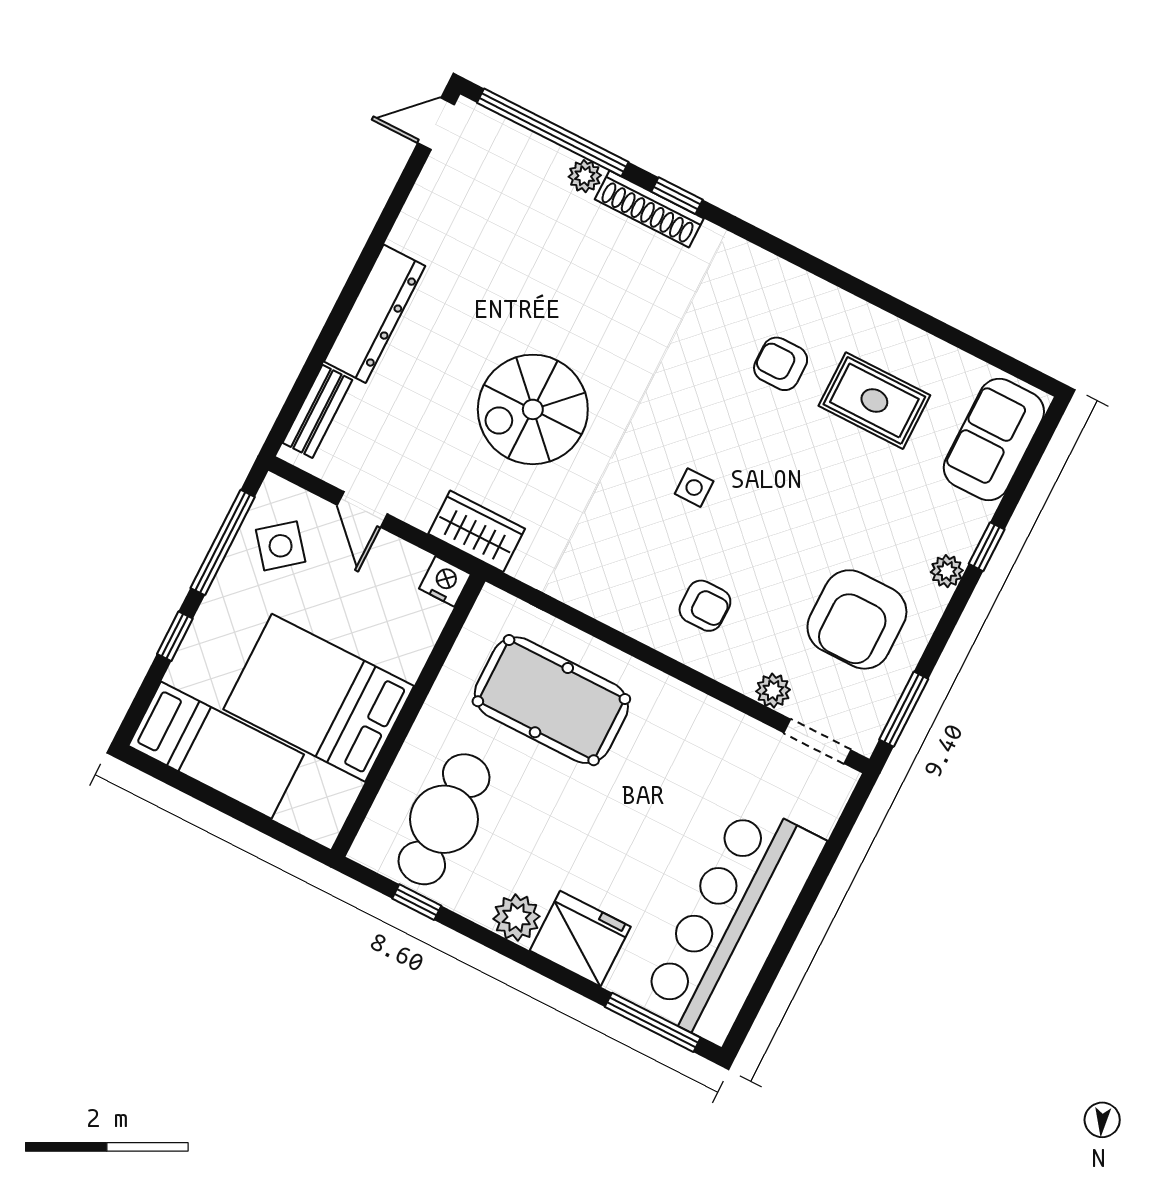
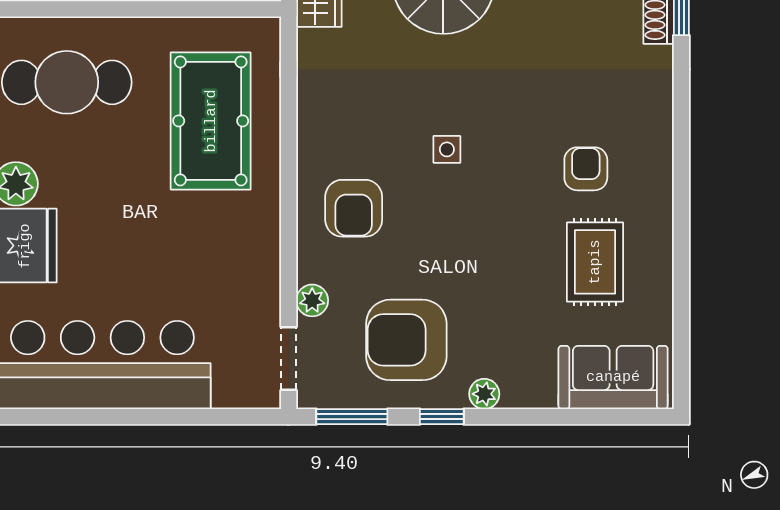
window: (987, 547) -> (442, 417), moved
armchair: (705, 606) -> (354, 208), width x1.38, depth x1.38

